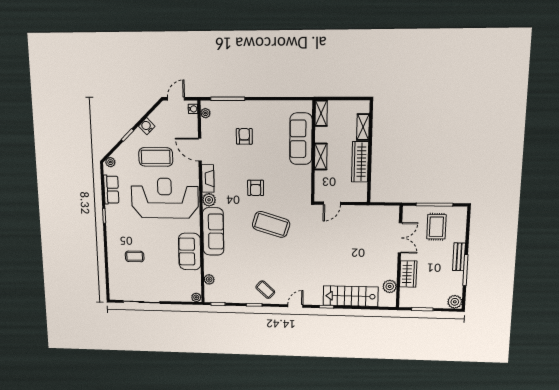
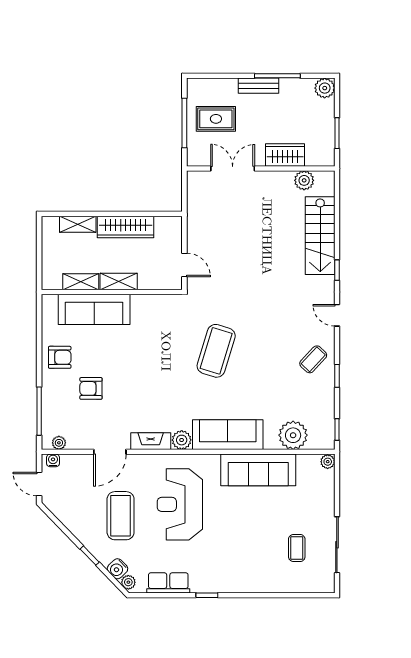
shelving: (321, 113) -> (81, 282), moved
water cooler: (147, 126) -> (117, 569), moved
armchair: (256, 188) -> (60, 357), moved
reception desk: (165, 198) -> (180, 504), width x0.74, depth x0.77
sofa: (190, 252) -> (258, 470), width x1.36
coffee table: (135, 256) -> (297, 548), moved
plant: (209, 279) -> (293, 435), width x1.87, depth x1.87

